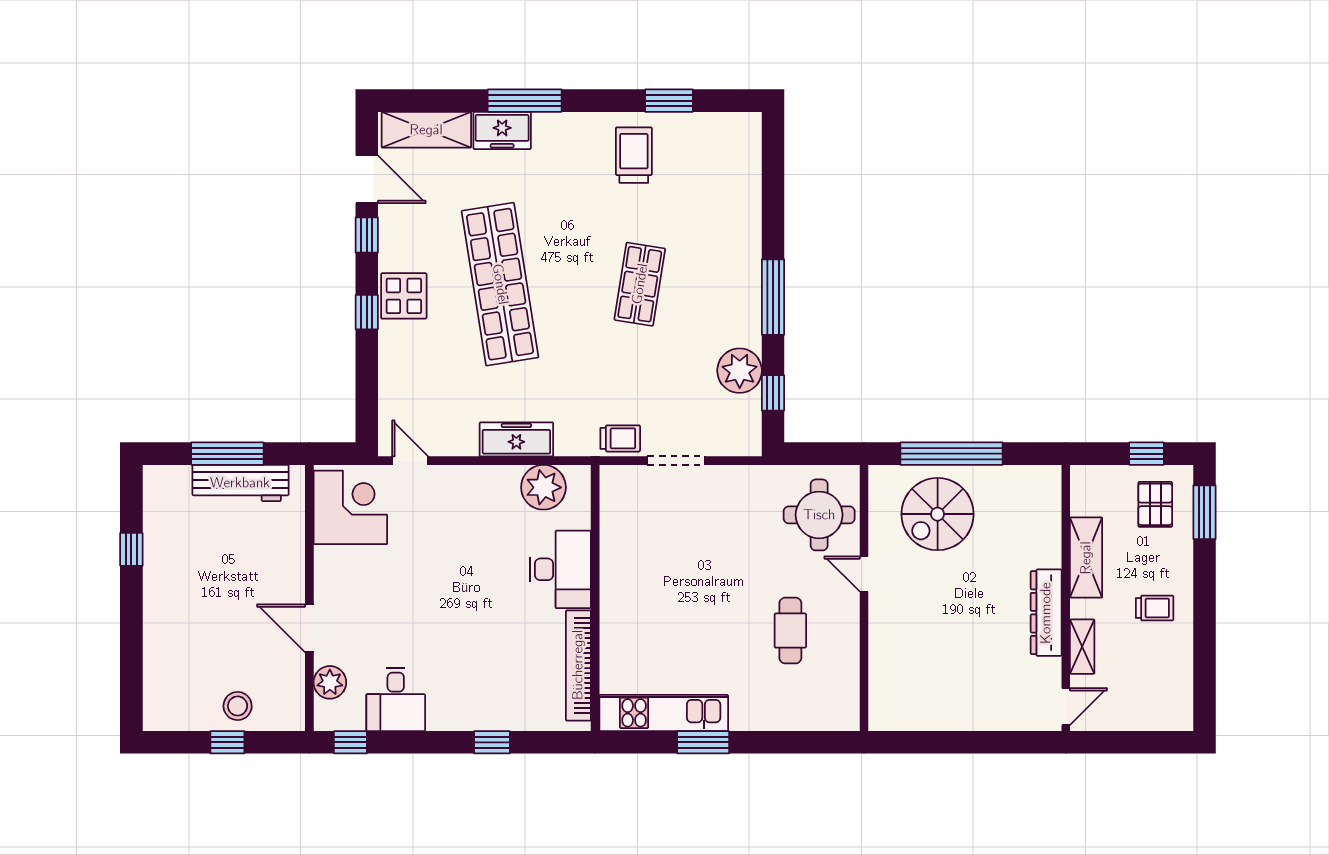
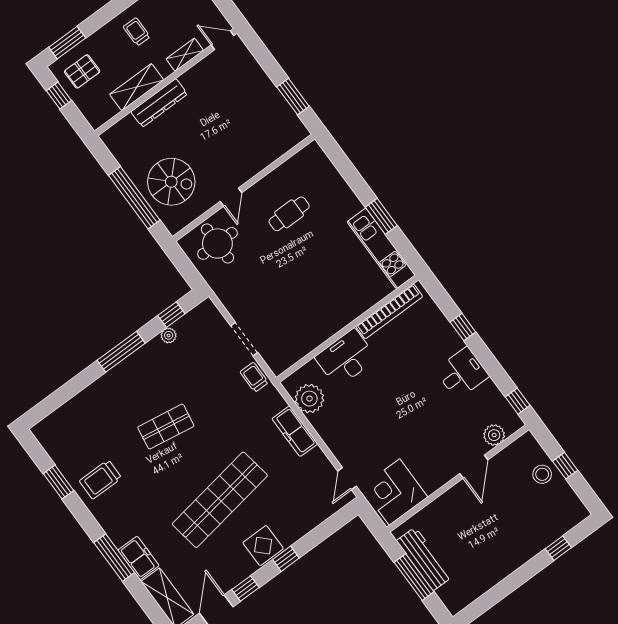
plant: (740, 371) -> (169, 335), width x0.53, depth x0.53
window: (131, 549) -> (558, 548), moved
dresser: (1046, 613) -> (159, 103), moved
desk: (396, 699) -> (462, 373), moved
window: (932, 742) -> (293, 97), added

